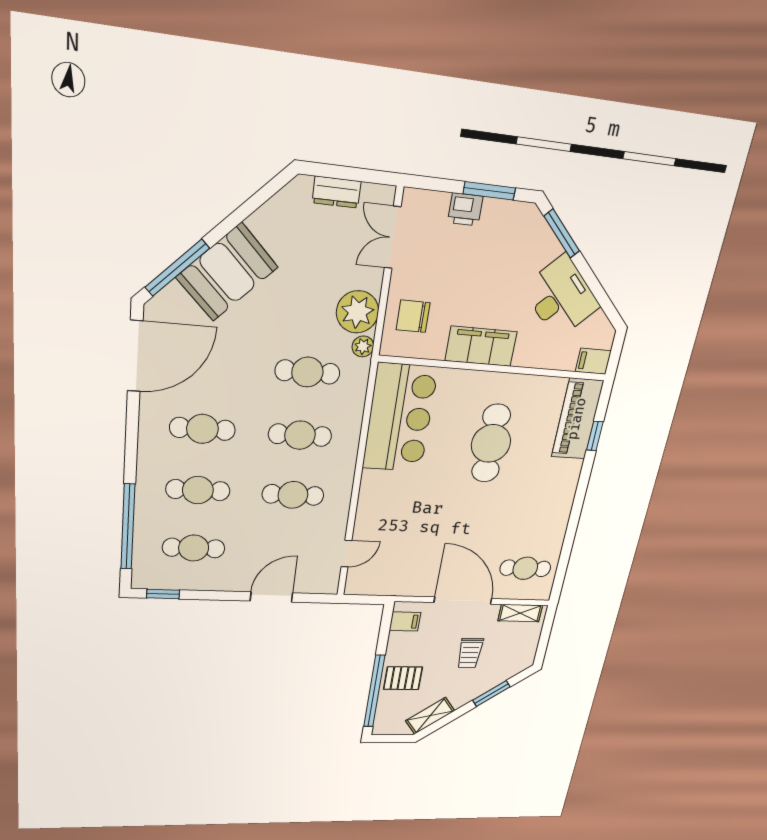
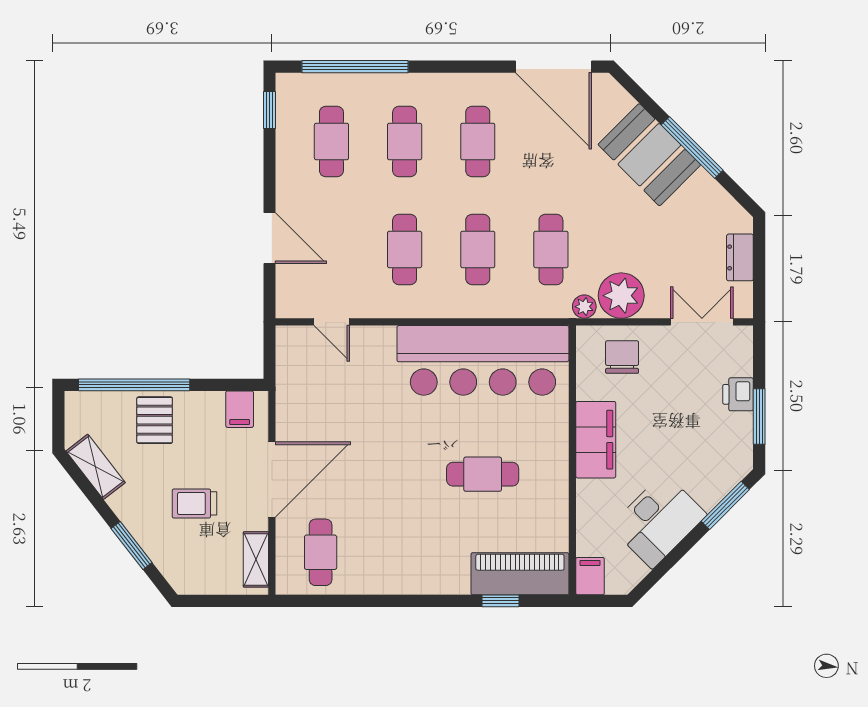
window: (177, 268) -> (692, 147), moved
bar counter: (400, 418) -> (483, 360), width x1.36
cafe table: (491, 443) -> (483, 474), width x0.73, depth x0.74

